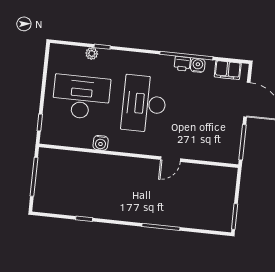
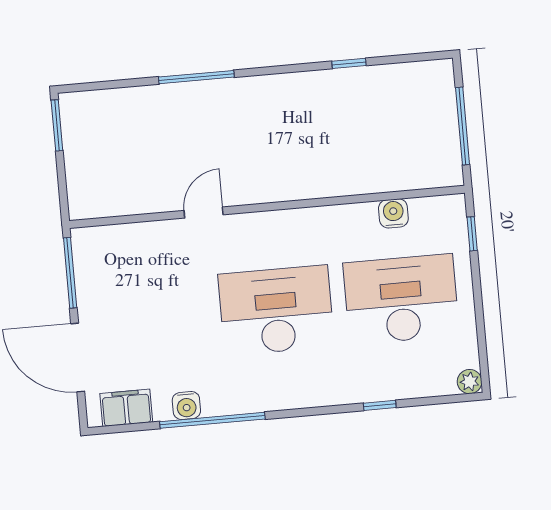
plant: (92, 54) -> (470, 382), moved
printer: (182, 64) -> (217, 403), removed
desk: (81, 97) -> (401, 299), turned 180
desk: (144, 104) -> (276, 310), turned -90
water cooler: (101, 143) -> (393, 213), moved

